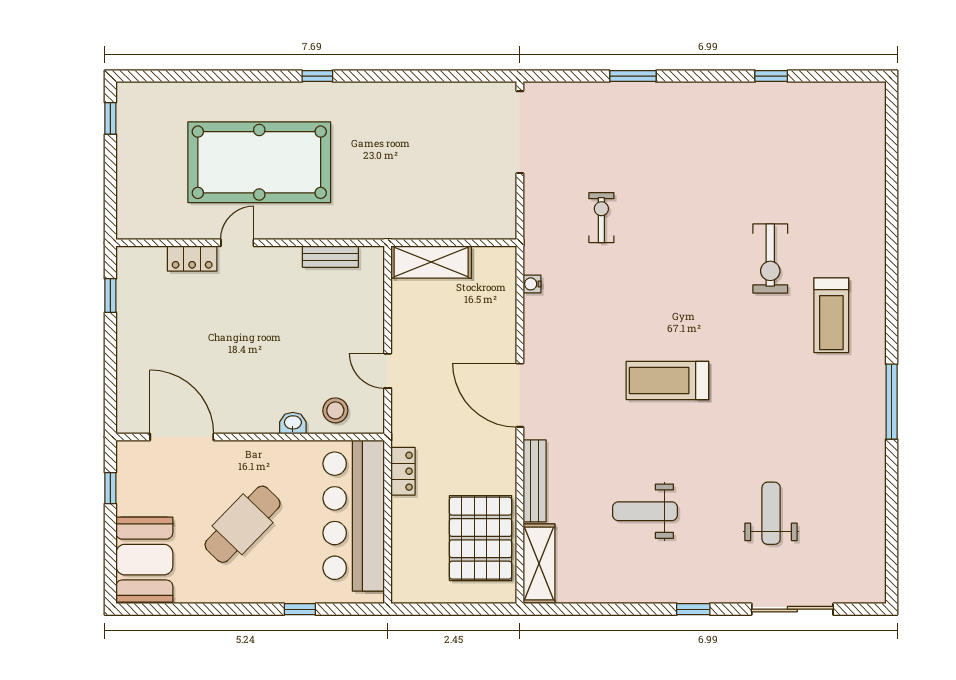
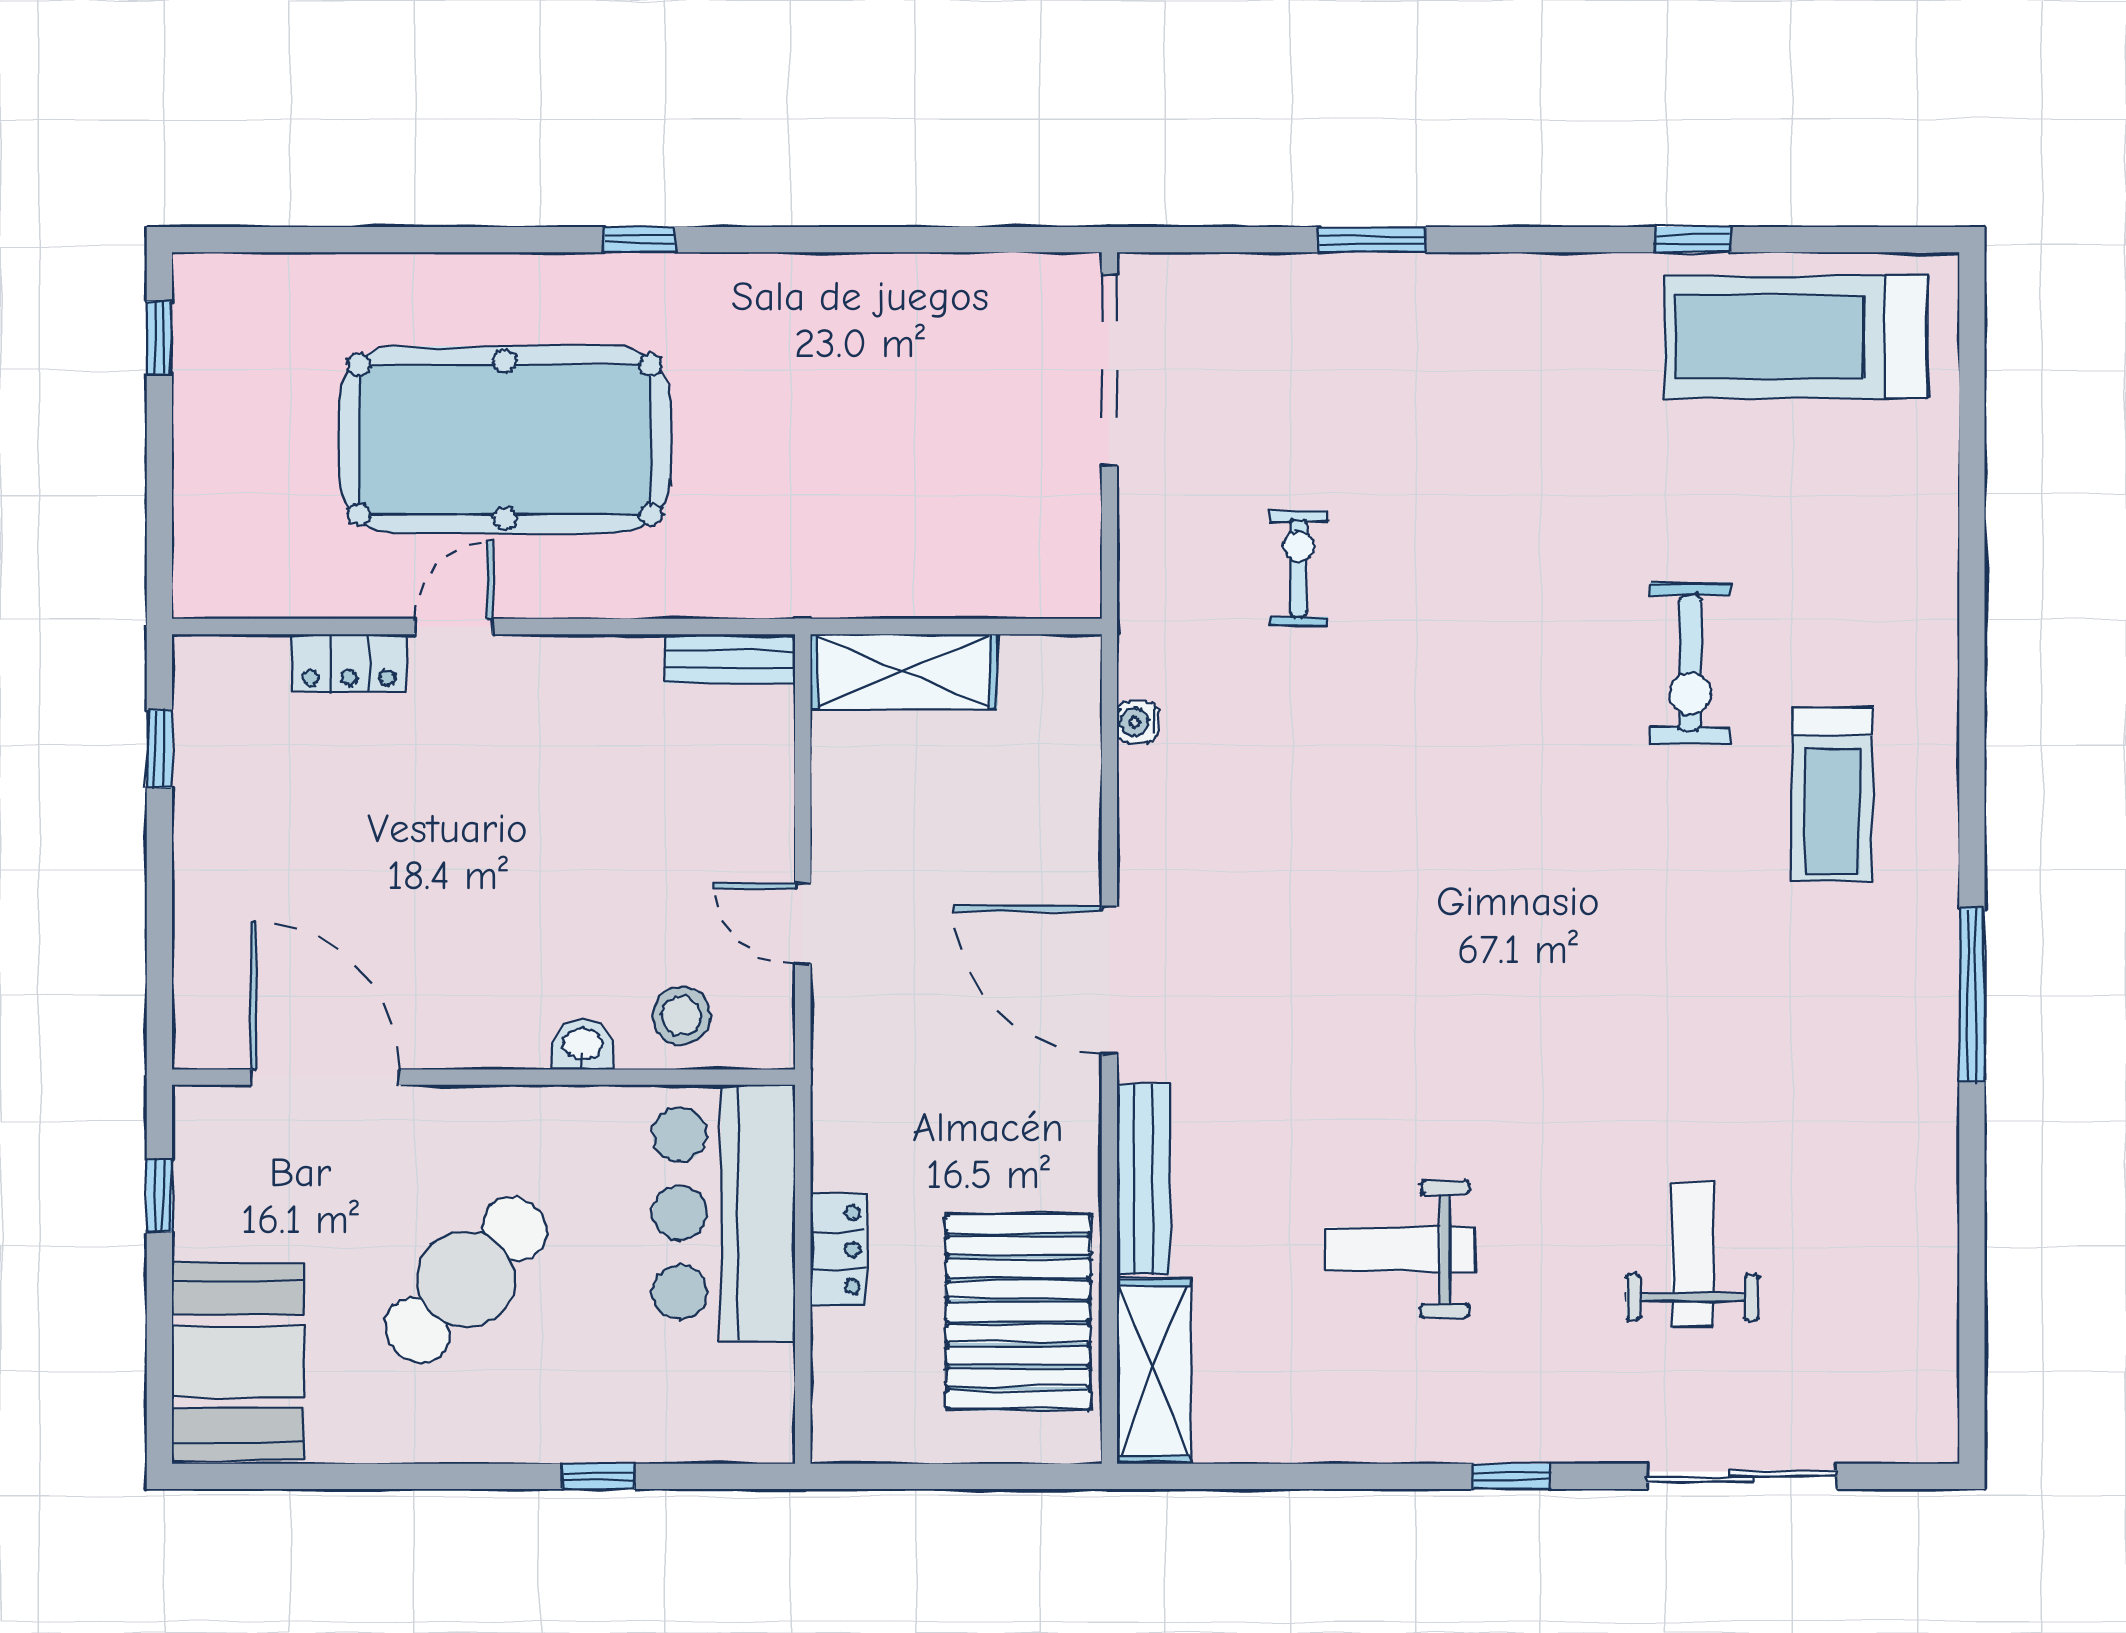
bench: (330, 257) -> (730, 659), moved
treadmill: (667, 380) -> (1796, 337), moved, width x1.37, depth x1.38
locker: (403, 471) -> (838, 1250), moved
bar counter: (354, 516) -> (724, 1213), width x0.73

